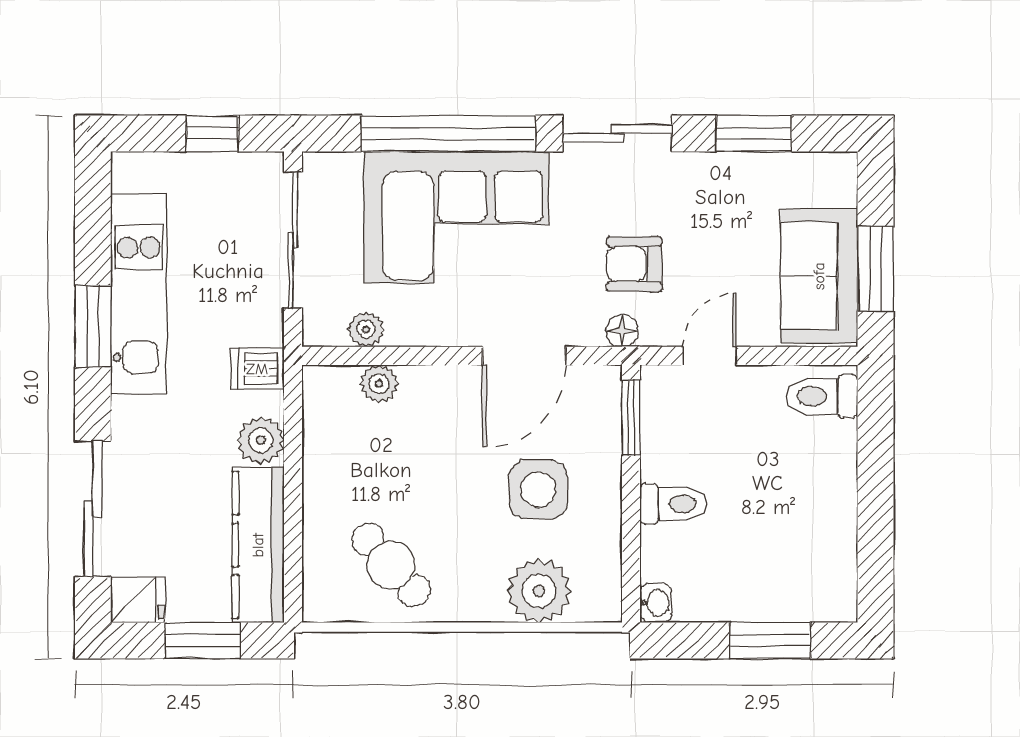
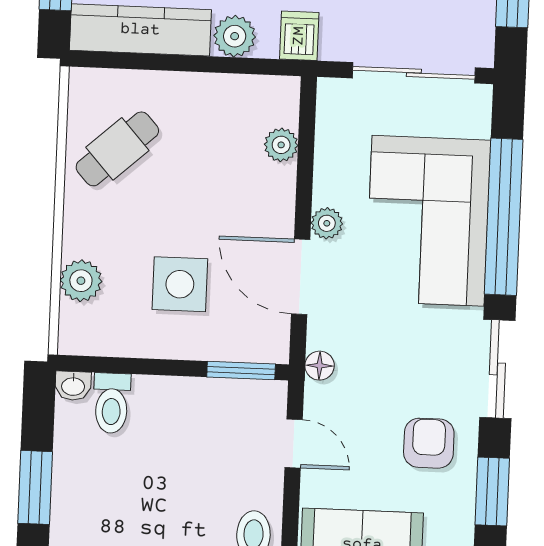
armchair: (634, 264) -> (429, 443), moved
plant: (366, 329) -> (327, 223), moved
toilet: (673, 504) -> (112, 403), moved
plant: (539, 591) -> (81, 281), width x0.73, depth x0.73

